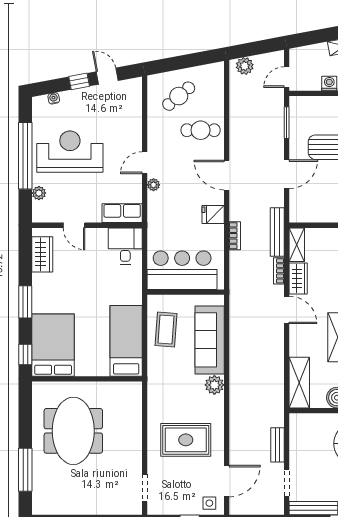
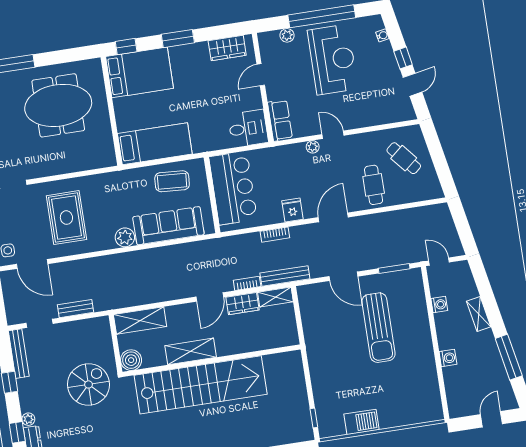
plant: (245, 66) -> (443, 219), removed

